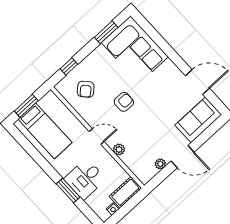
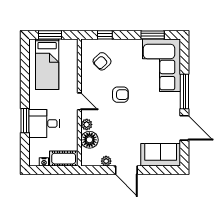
window: (171, 54) -> (184, 91), added
floor lamp: (132, 159) -> (89, 140), added

